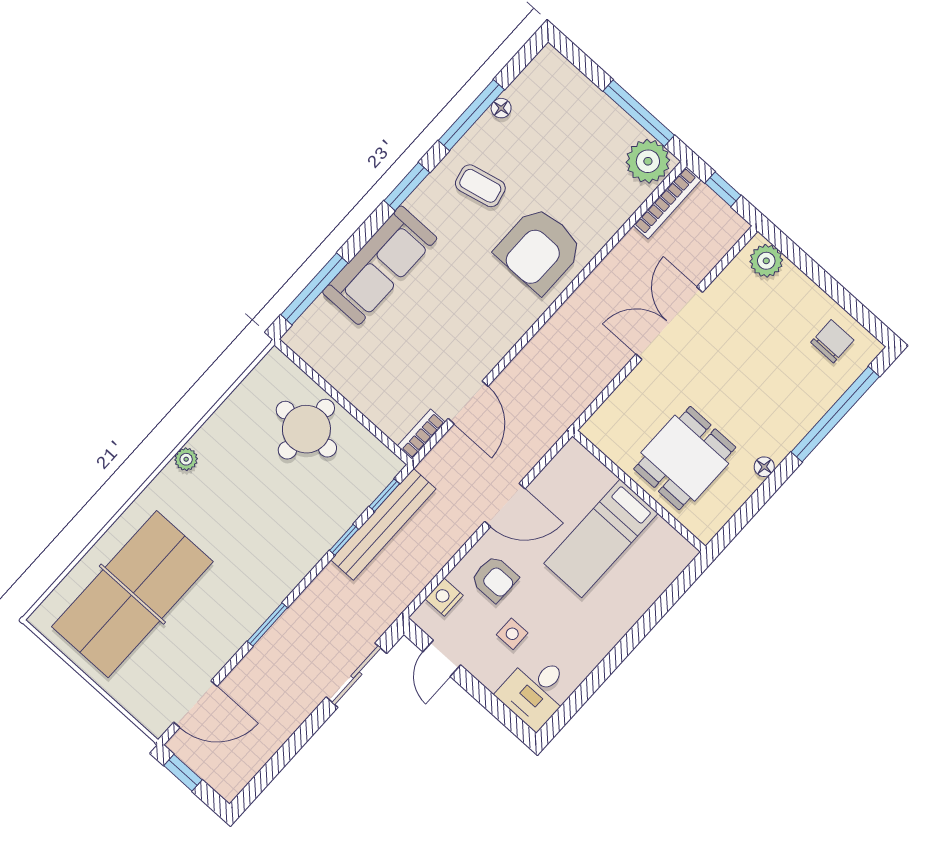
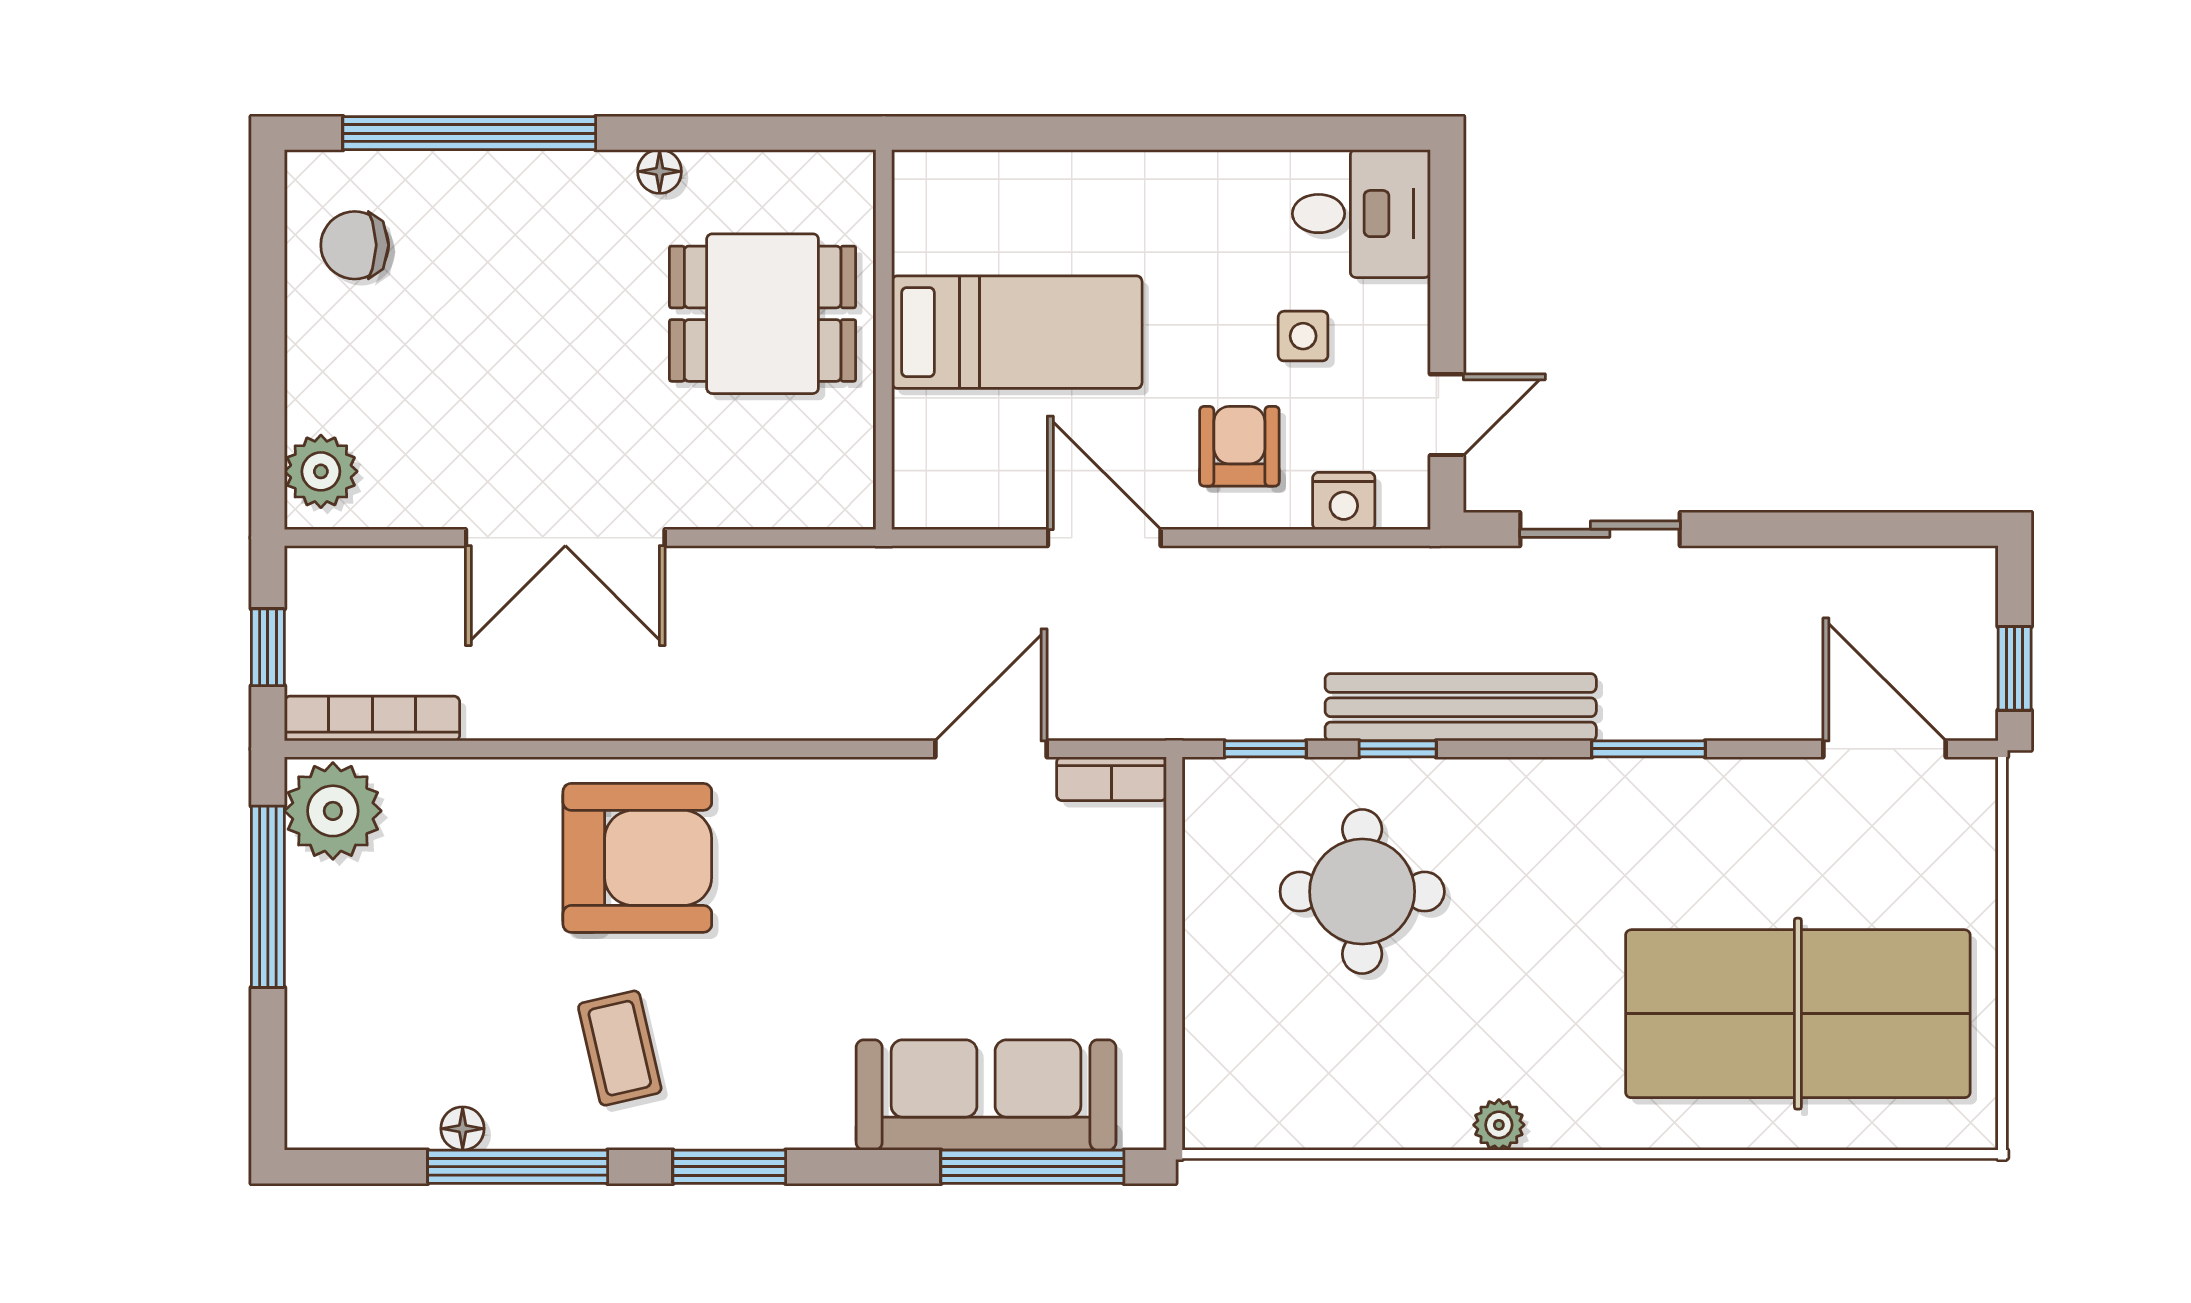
sofa: (380, 265) -> (986, 1095), moved
round table: (306, 429) -> (1362, 892), moved
bench: (383, 524) -> (1461, 707), moved

